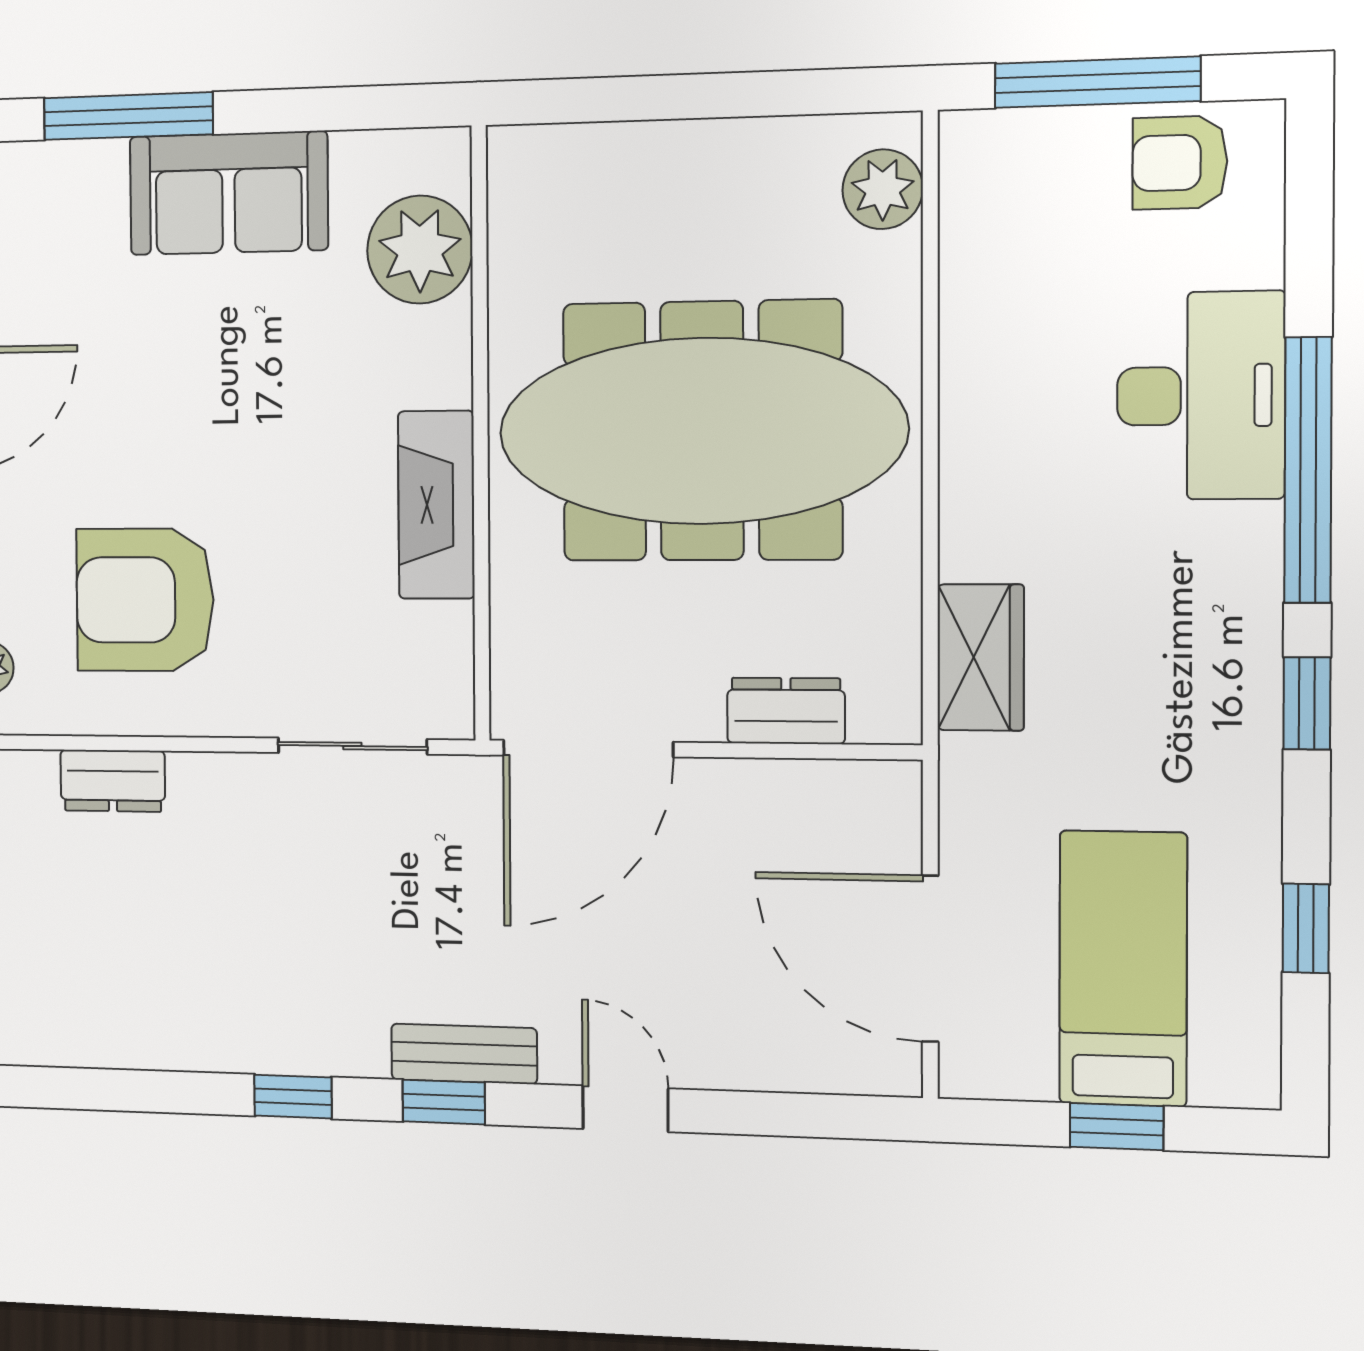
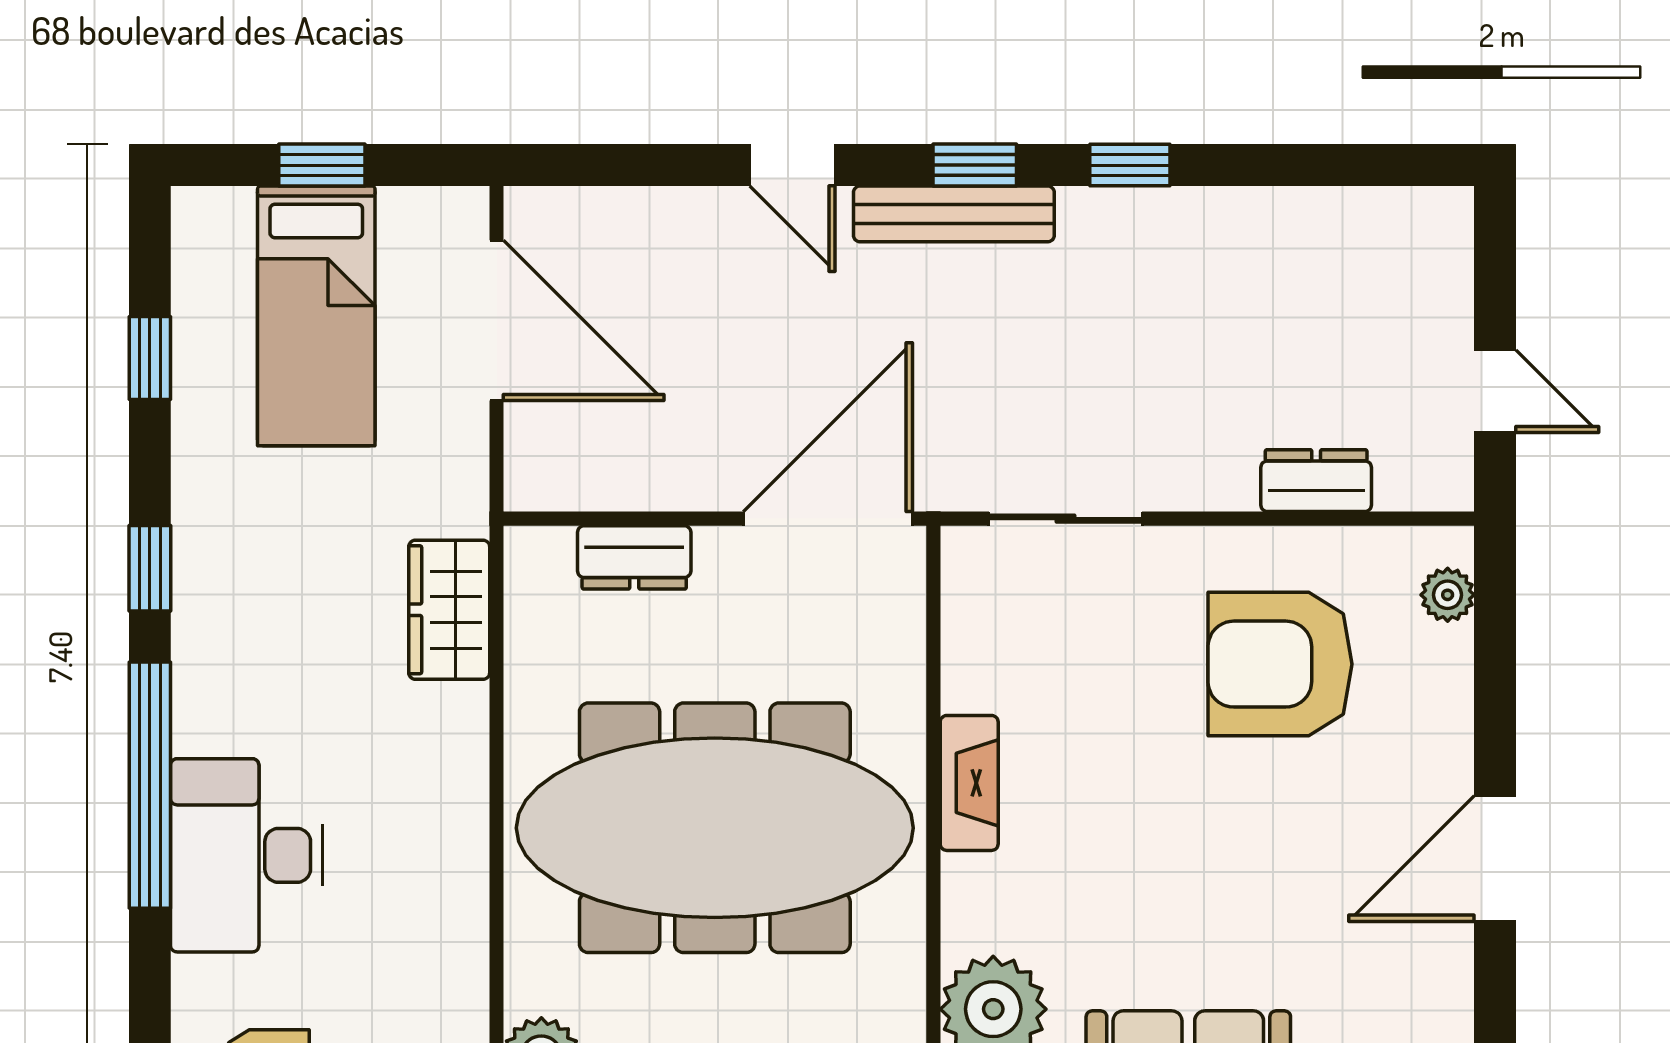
fireplace: (436, 505) -> (969, 783), width x0.73, depth x0.76
armchair: (145, 600) -> (1280, 664), turned 180
bench: (464, 1054) -> (954, 214), width x1.36

